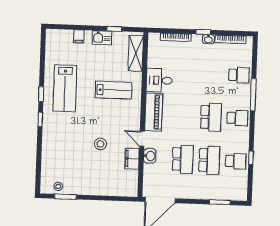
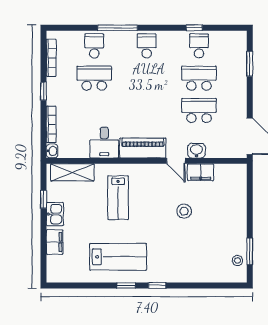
filing cabinet: (79, 37) -> (55, 242), width x2.00
washbasin: (208, 39) -> (52, 151), moved
lab bench: (113, 90) -> (118, 198), turned 180
school desk: (211, 117) -> (94, 78), moved
door: (142, 139) -> (176, 161), hinge flipped

